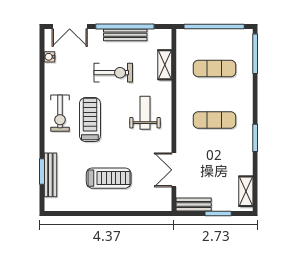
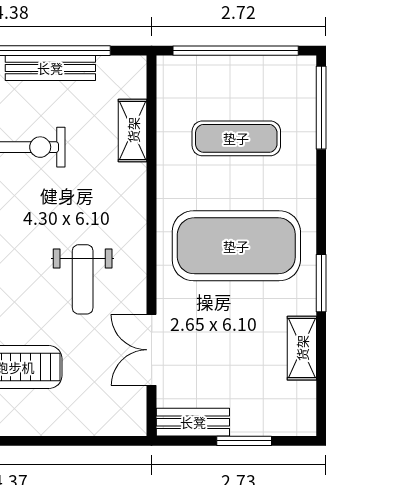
weight bench: (145, 113) -> (83, 279), moved, turned 180
exercise mat: (214, 120) -> (236, 246), width x2.00, depth x1.45
shelving: (246, 191) -> (302, 348), moved

